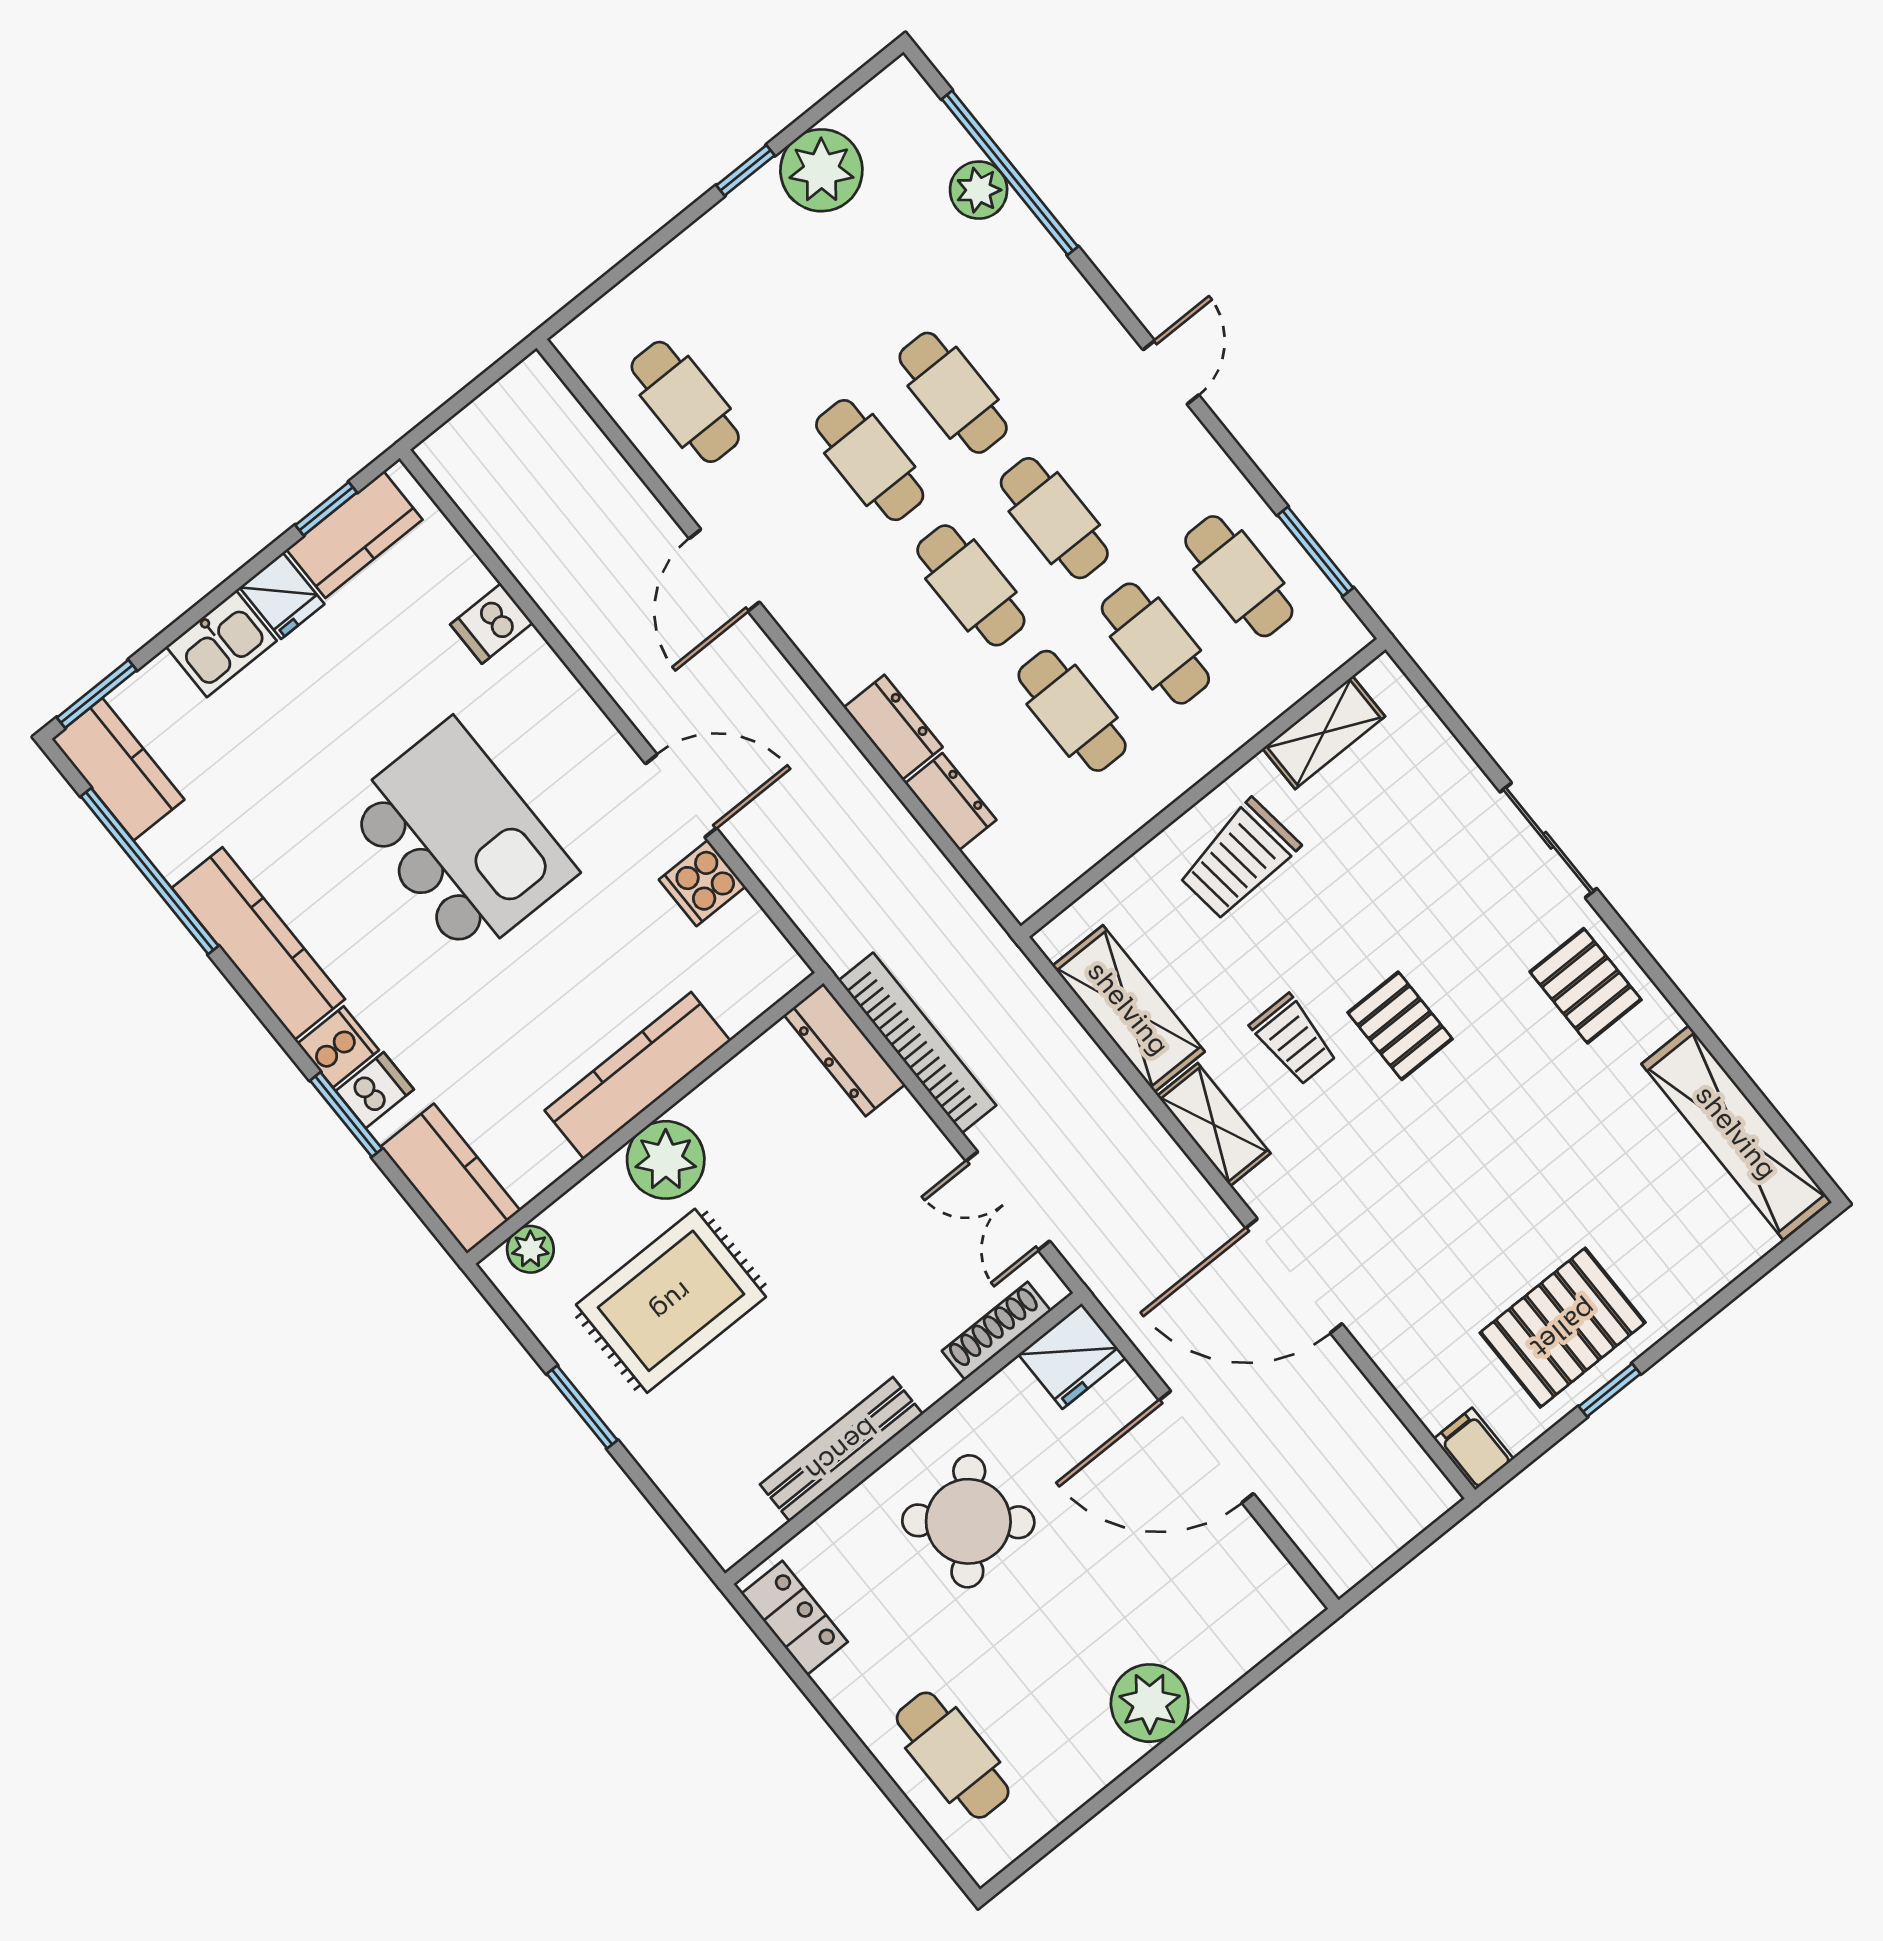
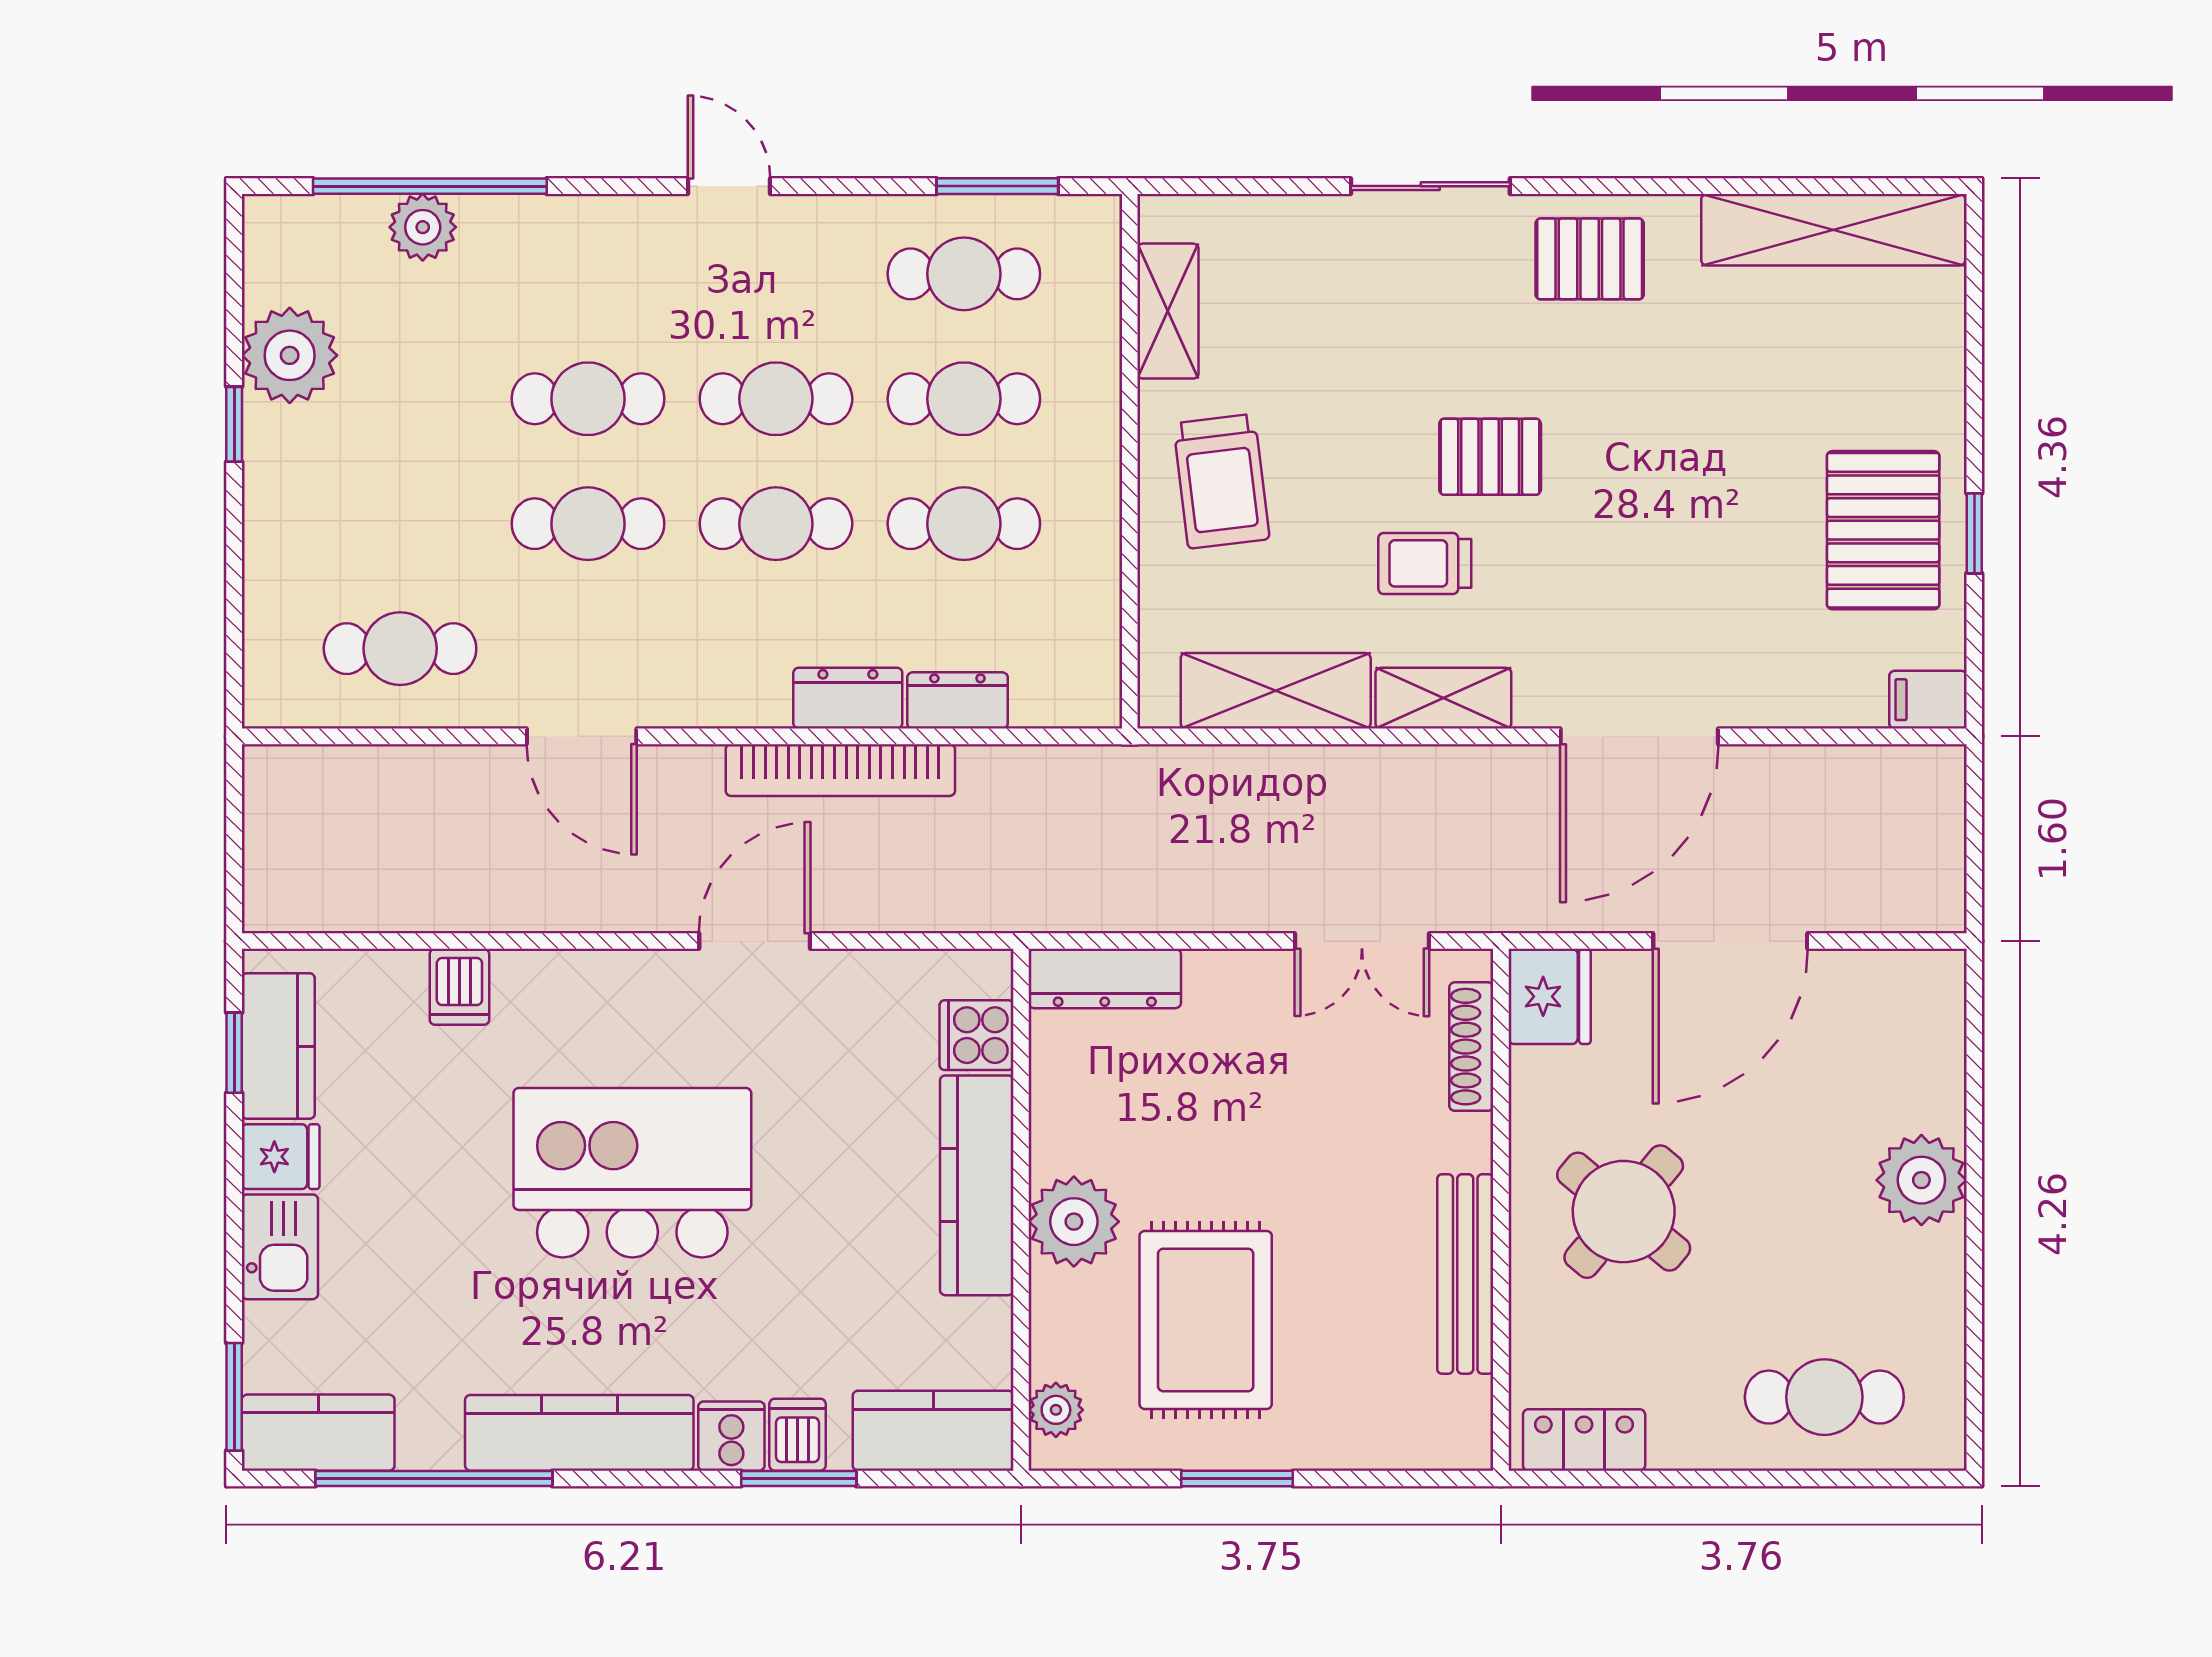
cooker: (702, 883) -> (976, 1035), moved, turned 90
trolley: (1294, 1040) -> (1425, 563), turned 180
bookcase: (917, 1043) -> (840, 770), moved, turned 180

